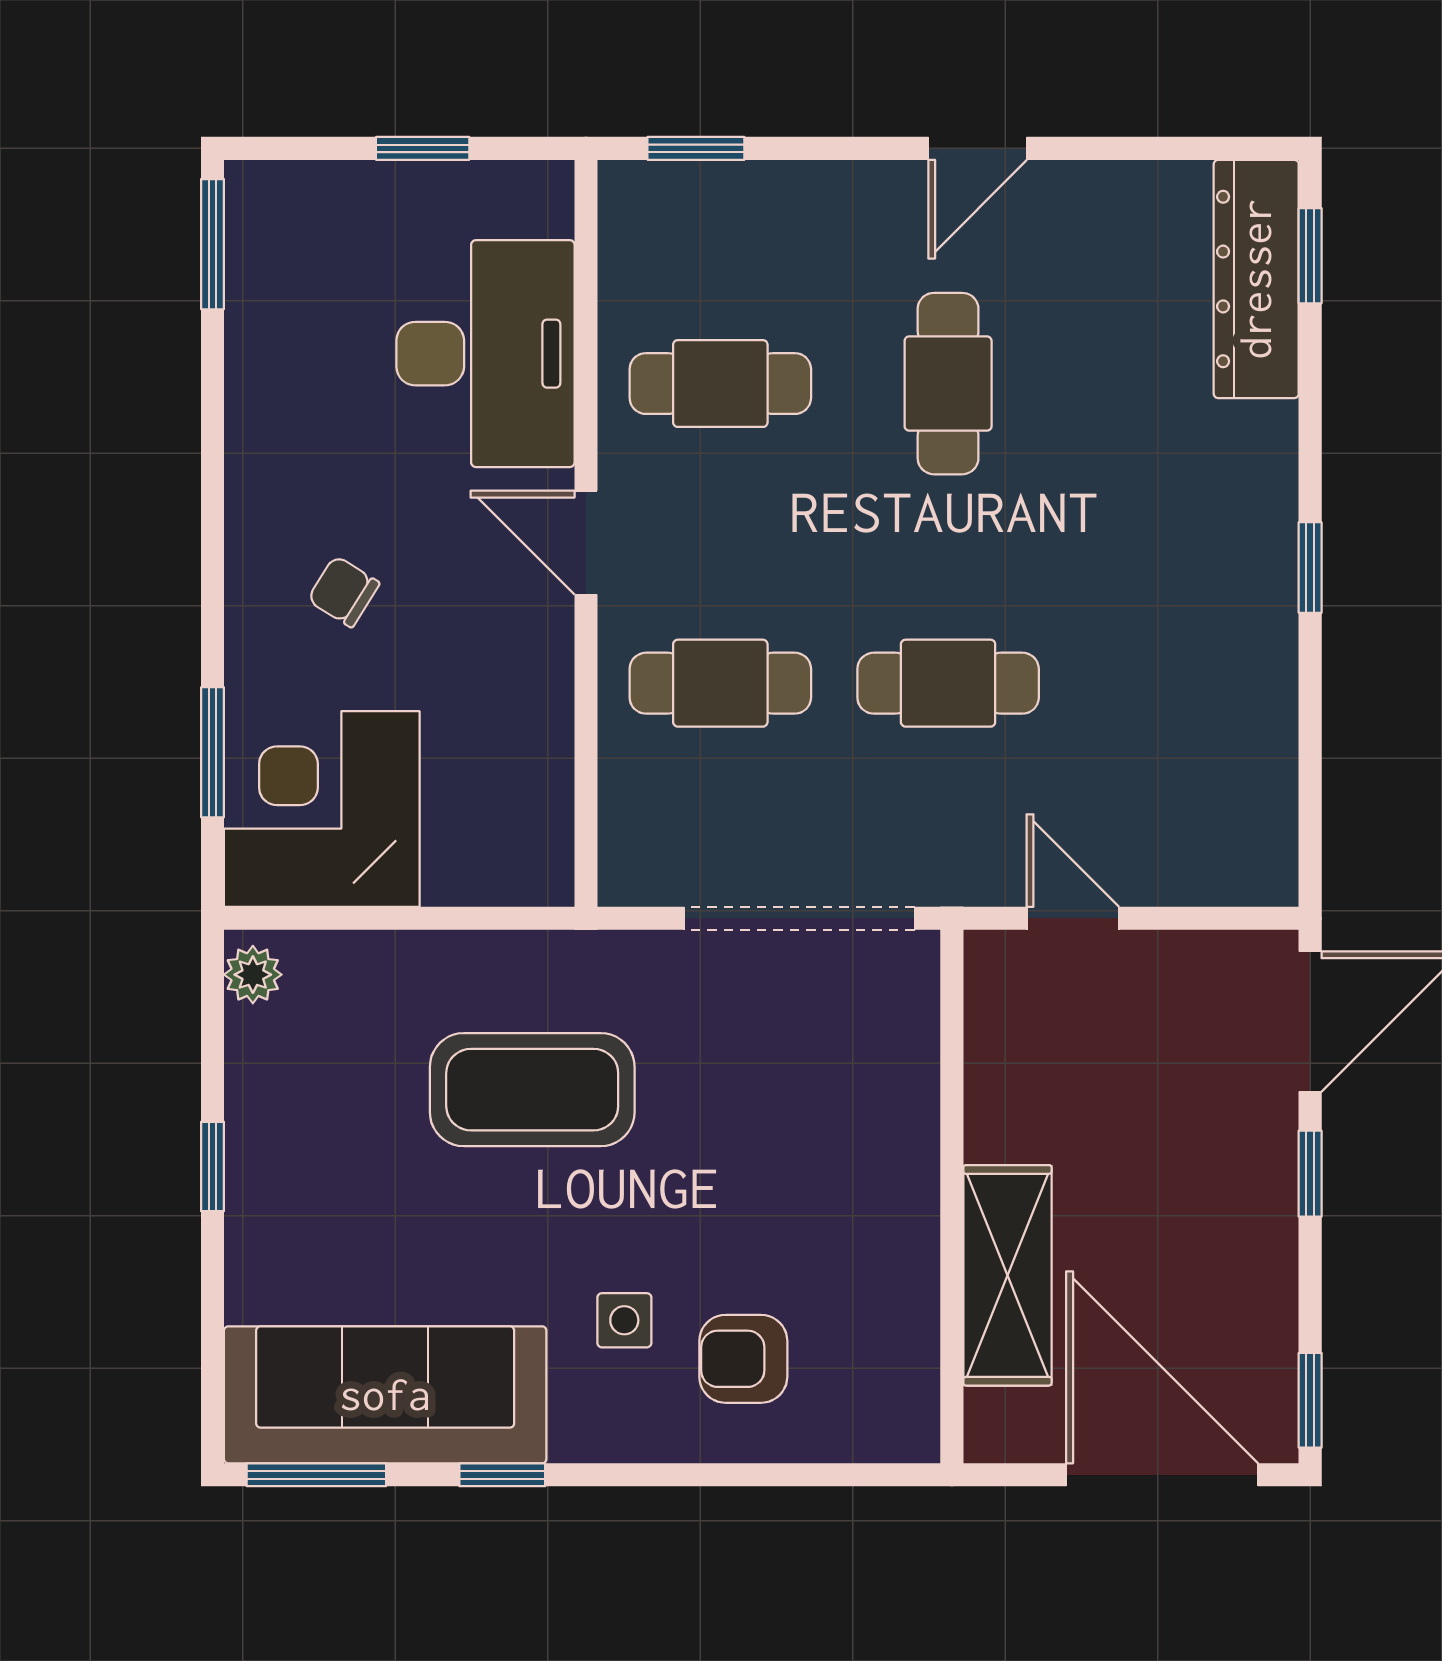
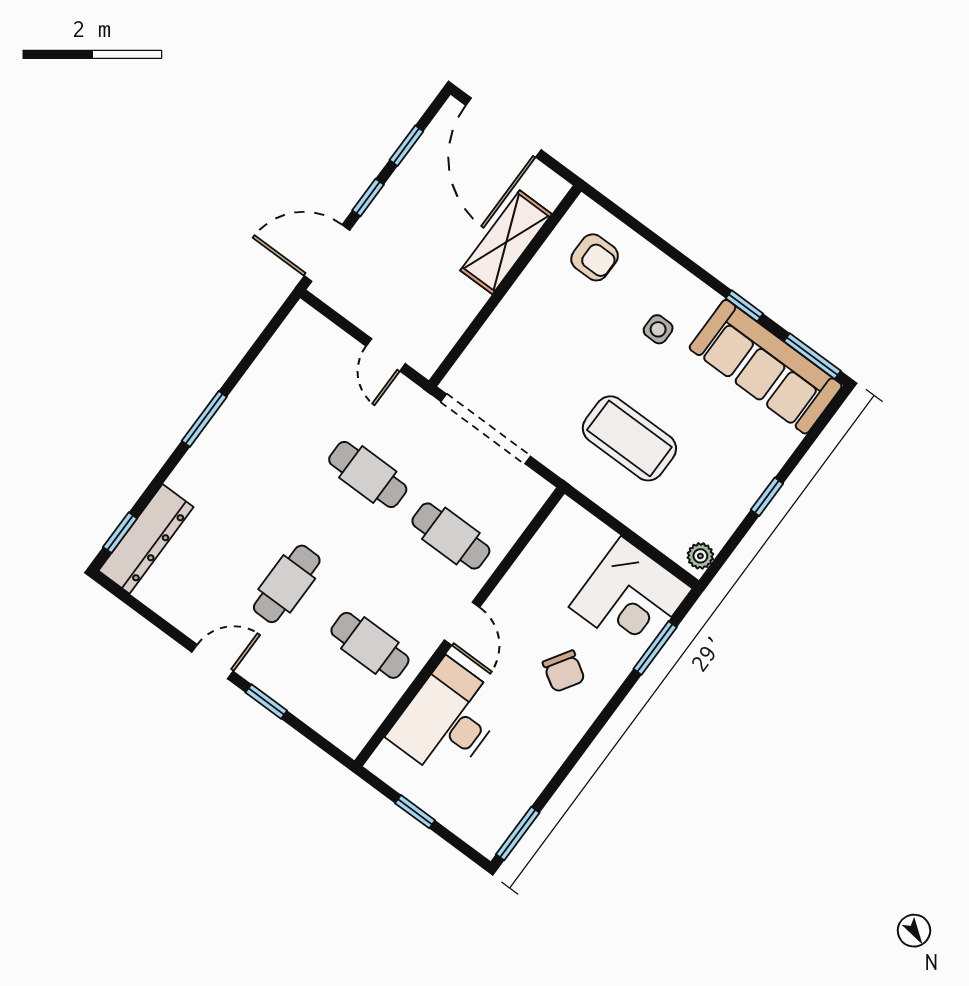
window: (696, 148) -> (266, 702), moved
window: (1310, 568) -> (204, 419), width x1.50
chair: (344, 592) -> (564, 671), width x1.37, depth x1.37
armchair: (743, 1359) -> (595, 257), moved
window: (1310, 1400) -> (406, 146), moved

